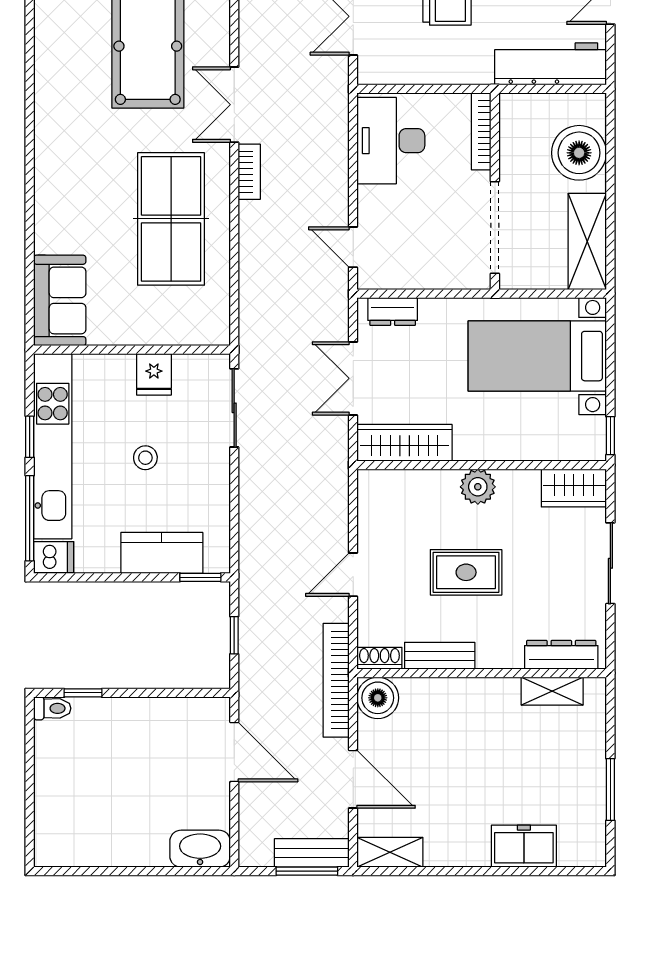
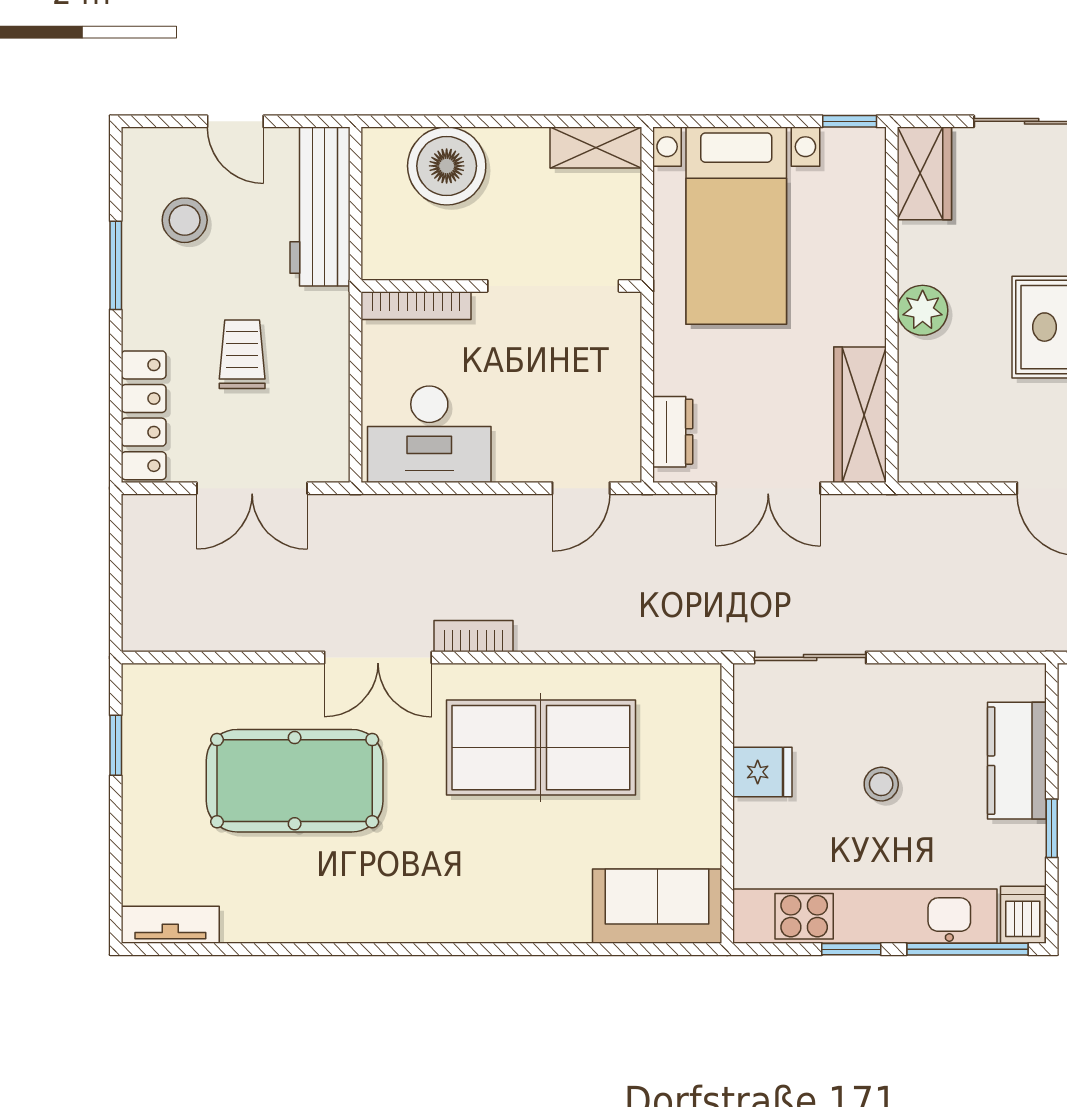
shelving: (587, 241) -> (596, 147), width x0.67, depth x0.75
window: (200, 577) -> (1052, 828), moved

